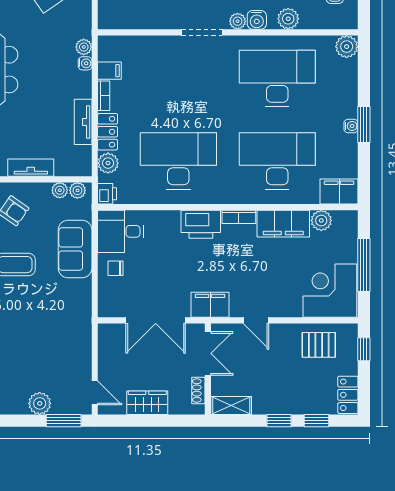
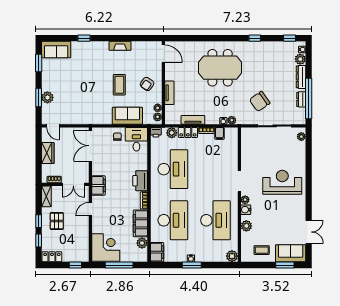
double door: (156, 320) -> (90, 146), moved
pallet: (319, 345) -> (57, 221), moved
door: (95, 393) -> (53, 126), hinge flipped
window: (64, 421) -> (39, 98), moved

